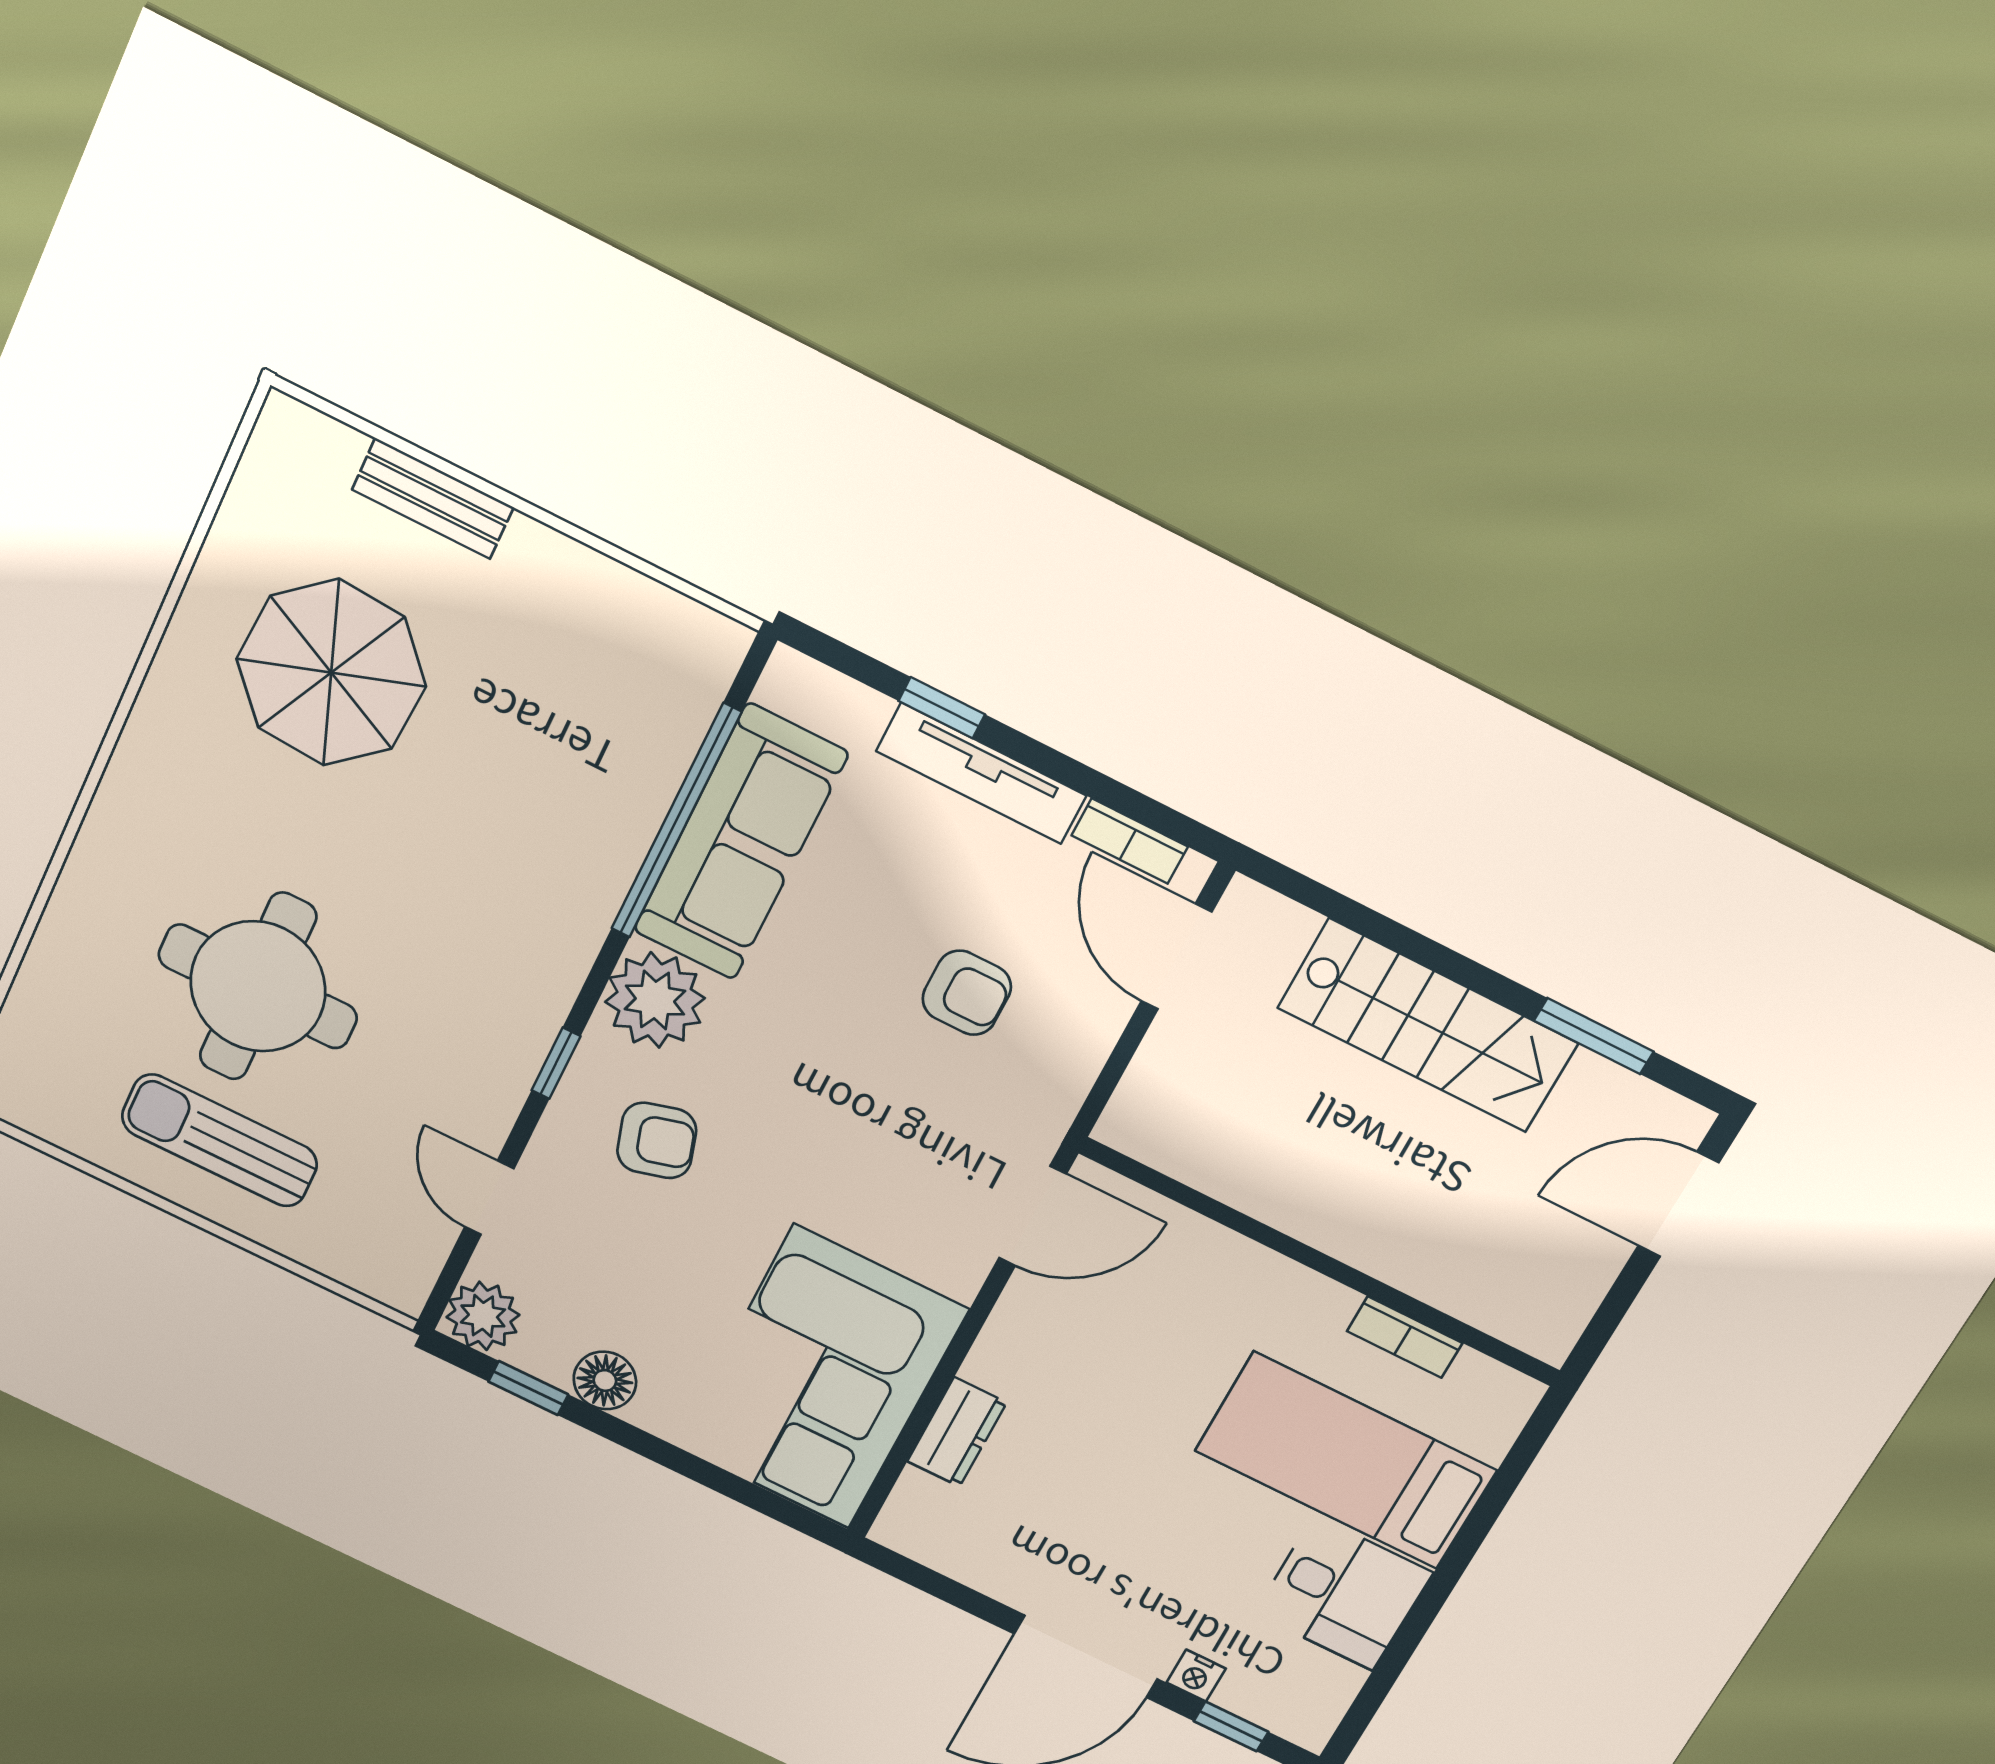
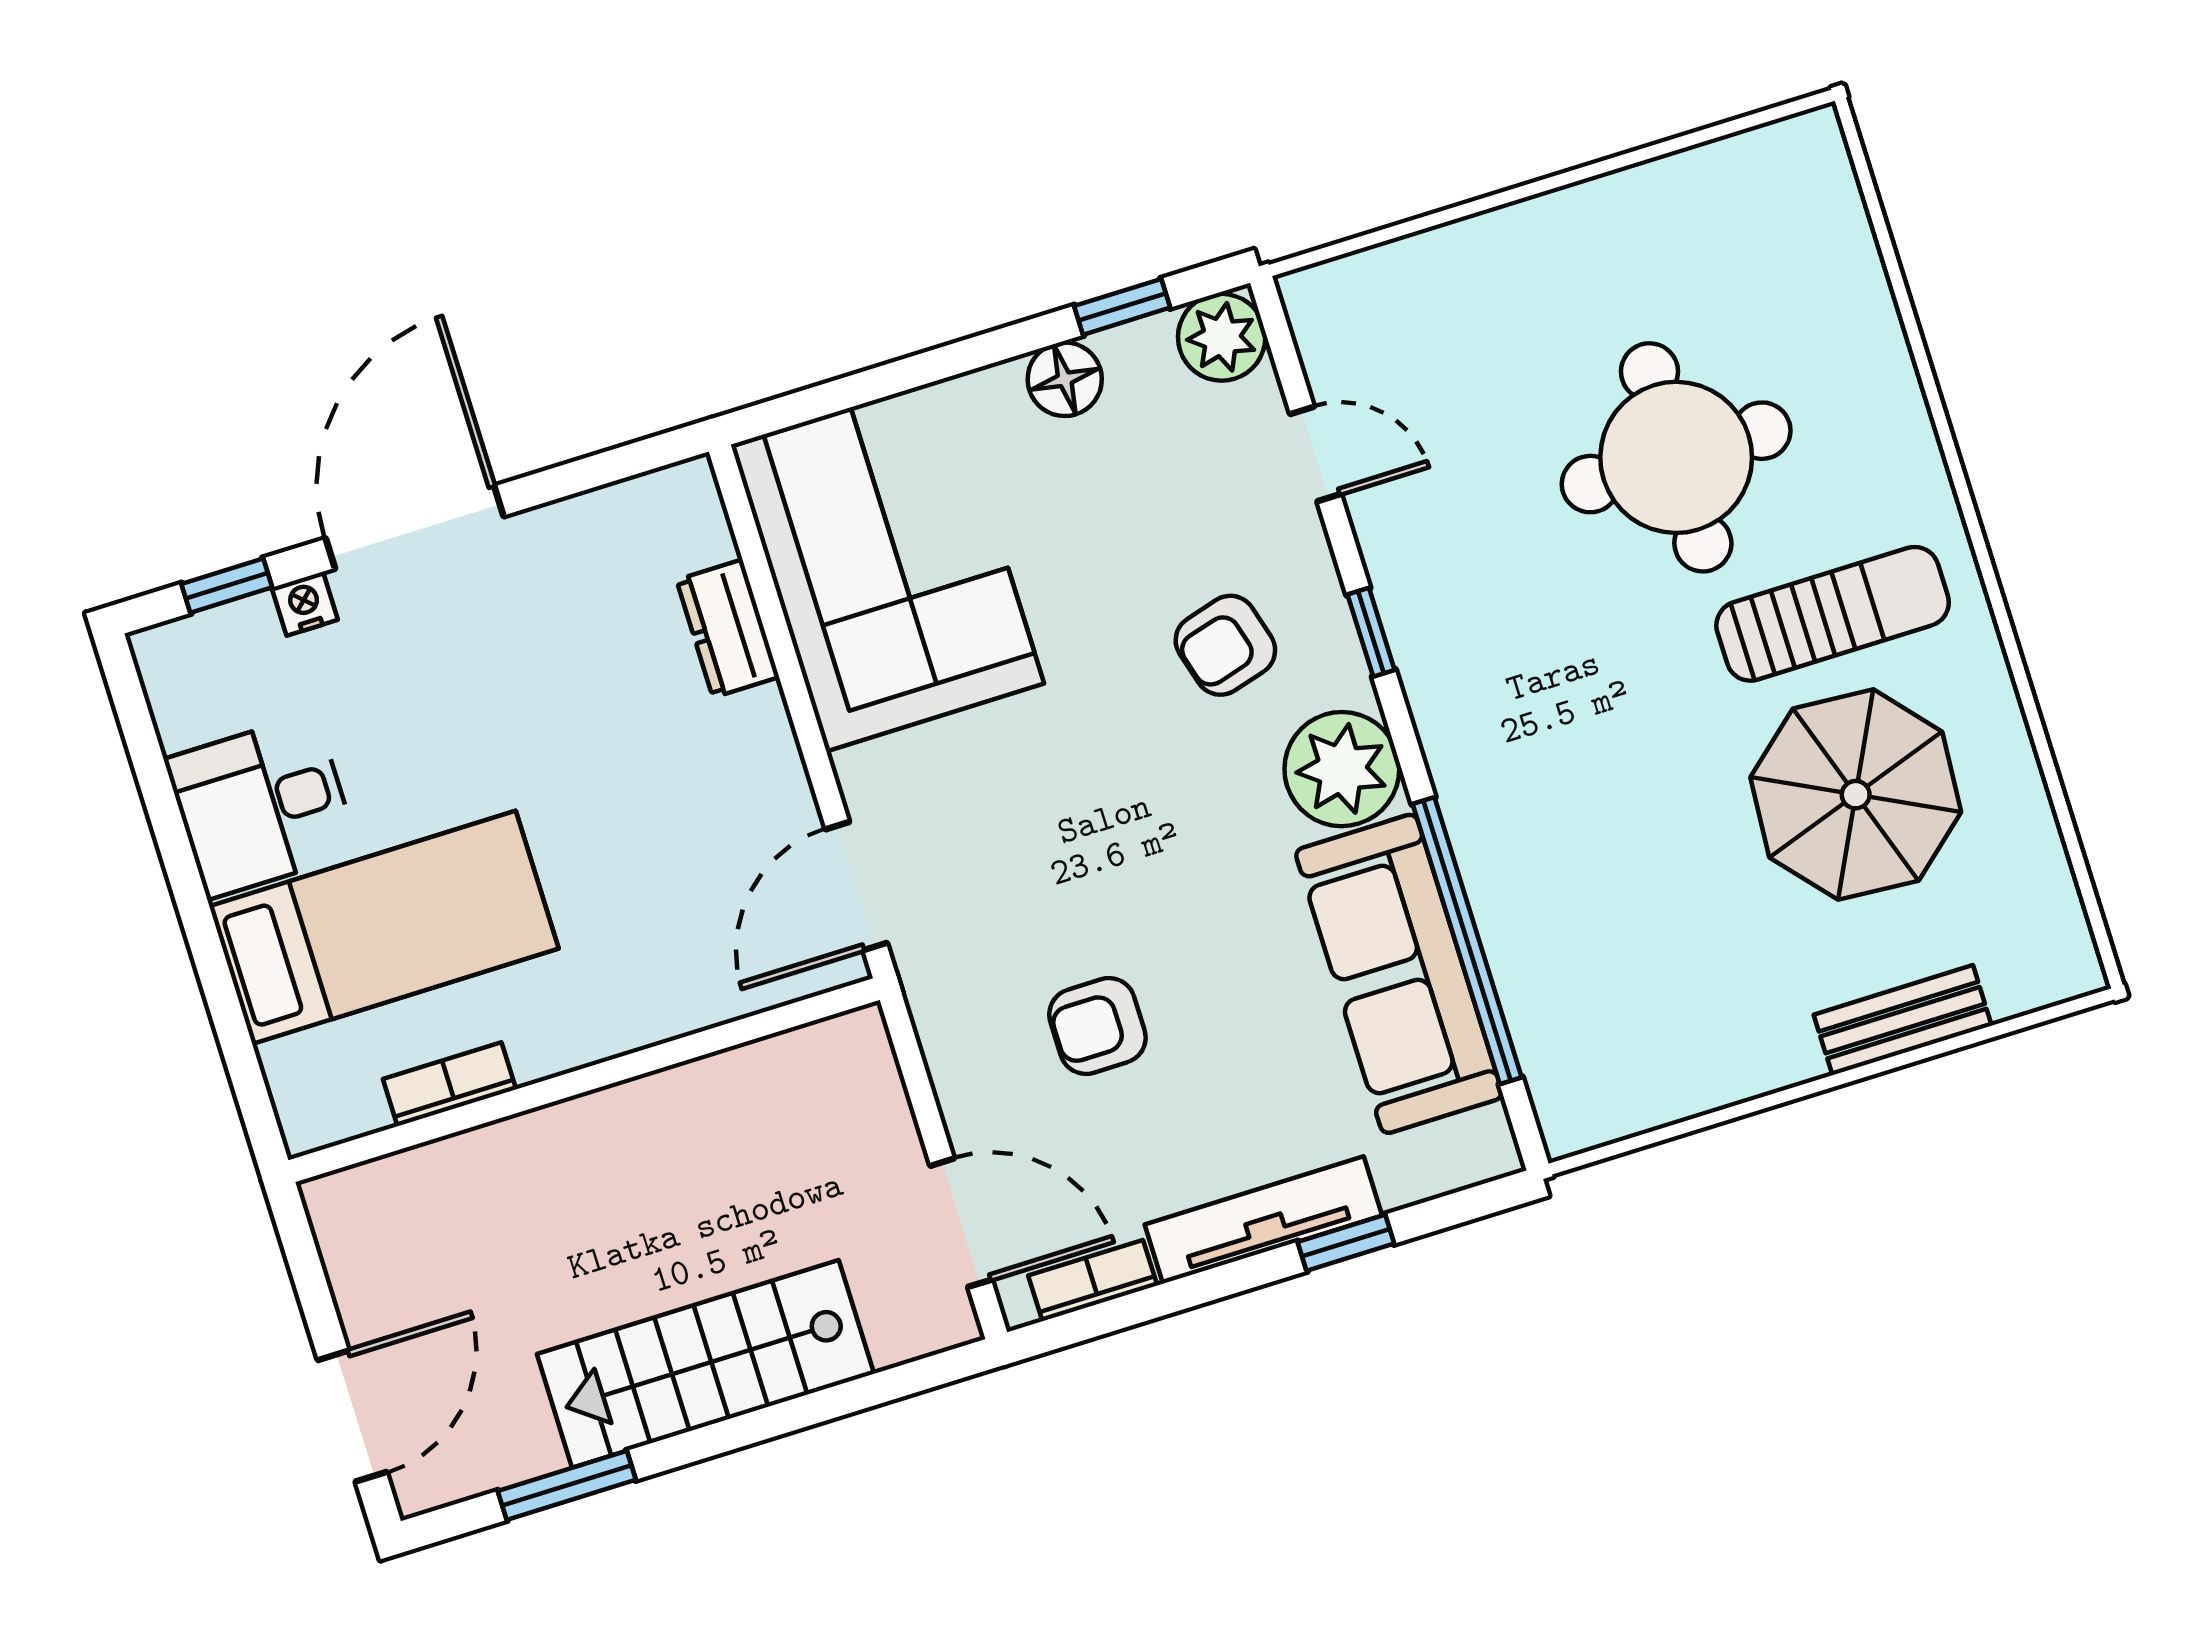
sun lounger: (219, 1140) -> (1833, 614), moved

